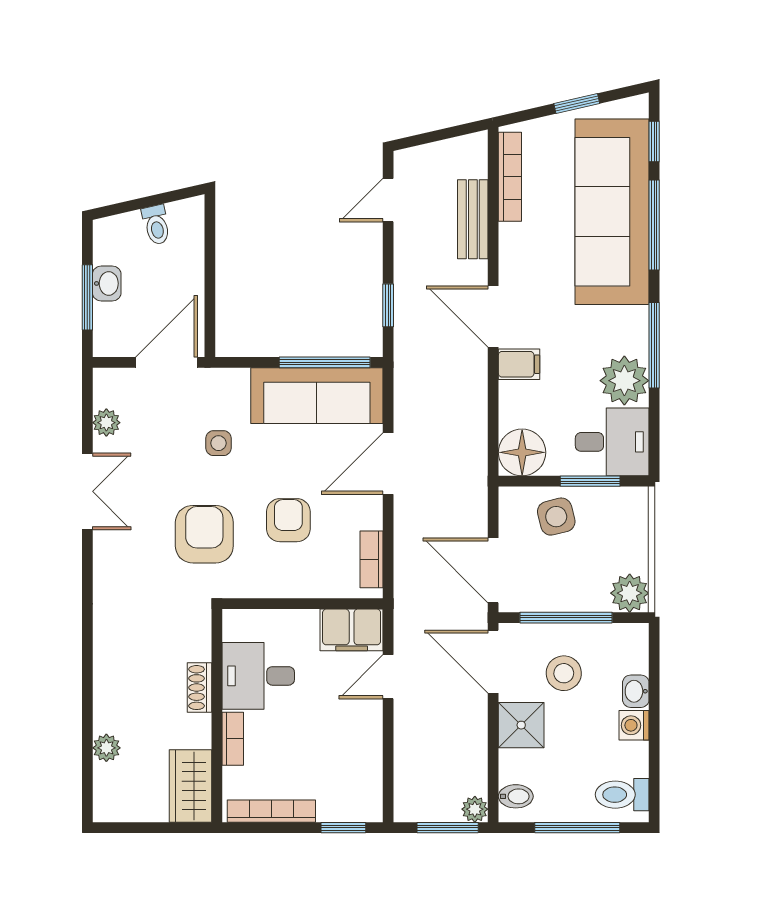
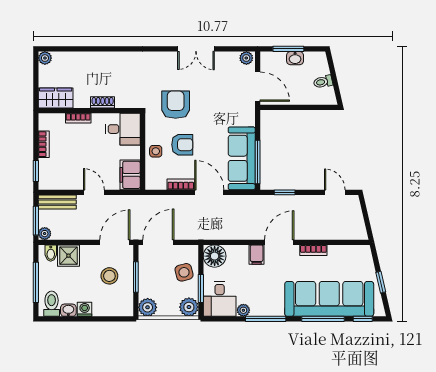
bookcase: (510, 177) -> (313, 250), moved, width x0.64
bench: (473, 219) -> (57, 202), moved
plant: (624, 381) -> (243, 310), width x0.53, depth x0.53
plant: (106, 423) -> (246, 58), moved
side table: (219, 443) -> (156, 151), moved
plant: (629, 506) -> (189, 307), added
armchair: (204, 534) -> (176, 105), turned -90
bookcase: (372, 559) -> (181, 184), moved
window: (566, 618) -> (136, 277), width x0.69
desk: (258, 676) -> (123, 129), moved, turned 90
door: (388, 677) -> (94, 192), moved
washbasin: (636, 691) -> (68, 310), moved
shower: (521, 725) -> (68, 256), moved
plant: (106, 748) -> (45, 58), moved
bookcase: (271, 811) -> (44, 144), width x0.64

